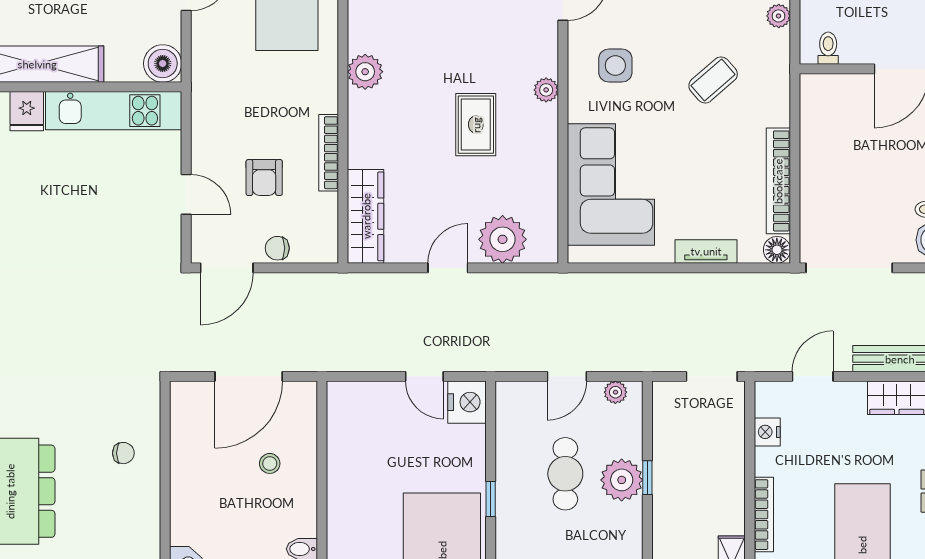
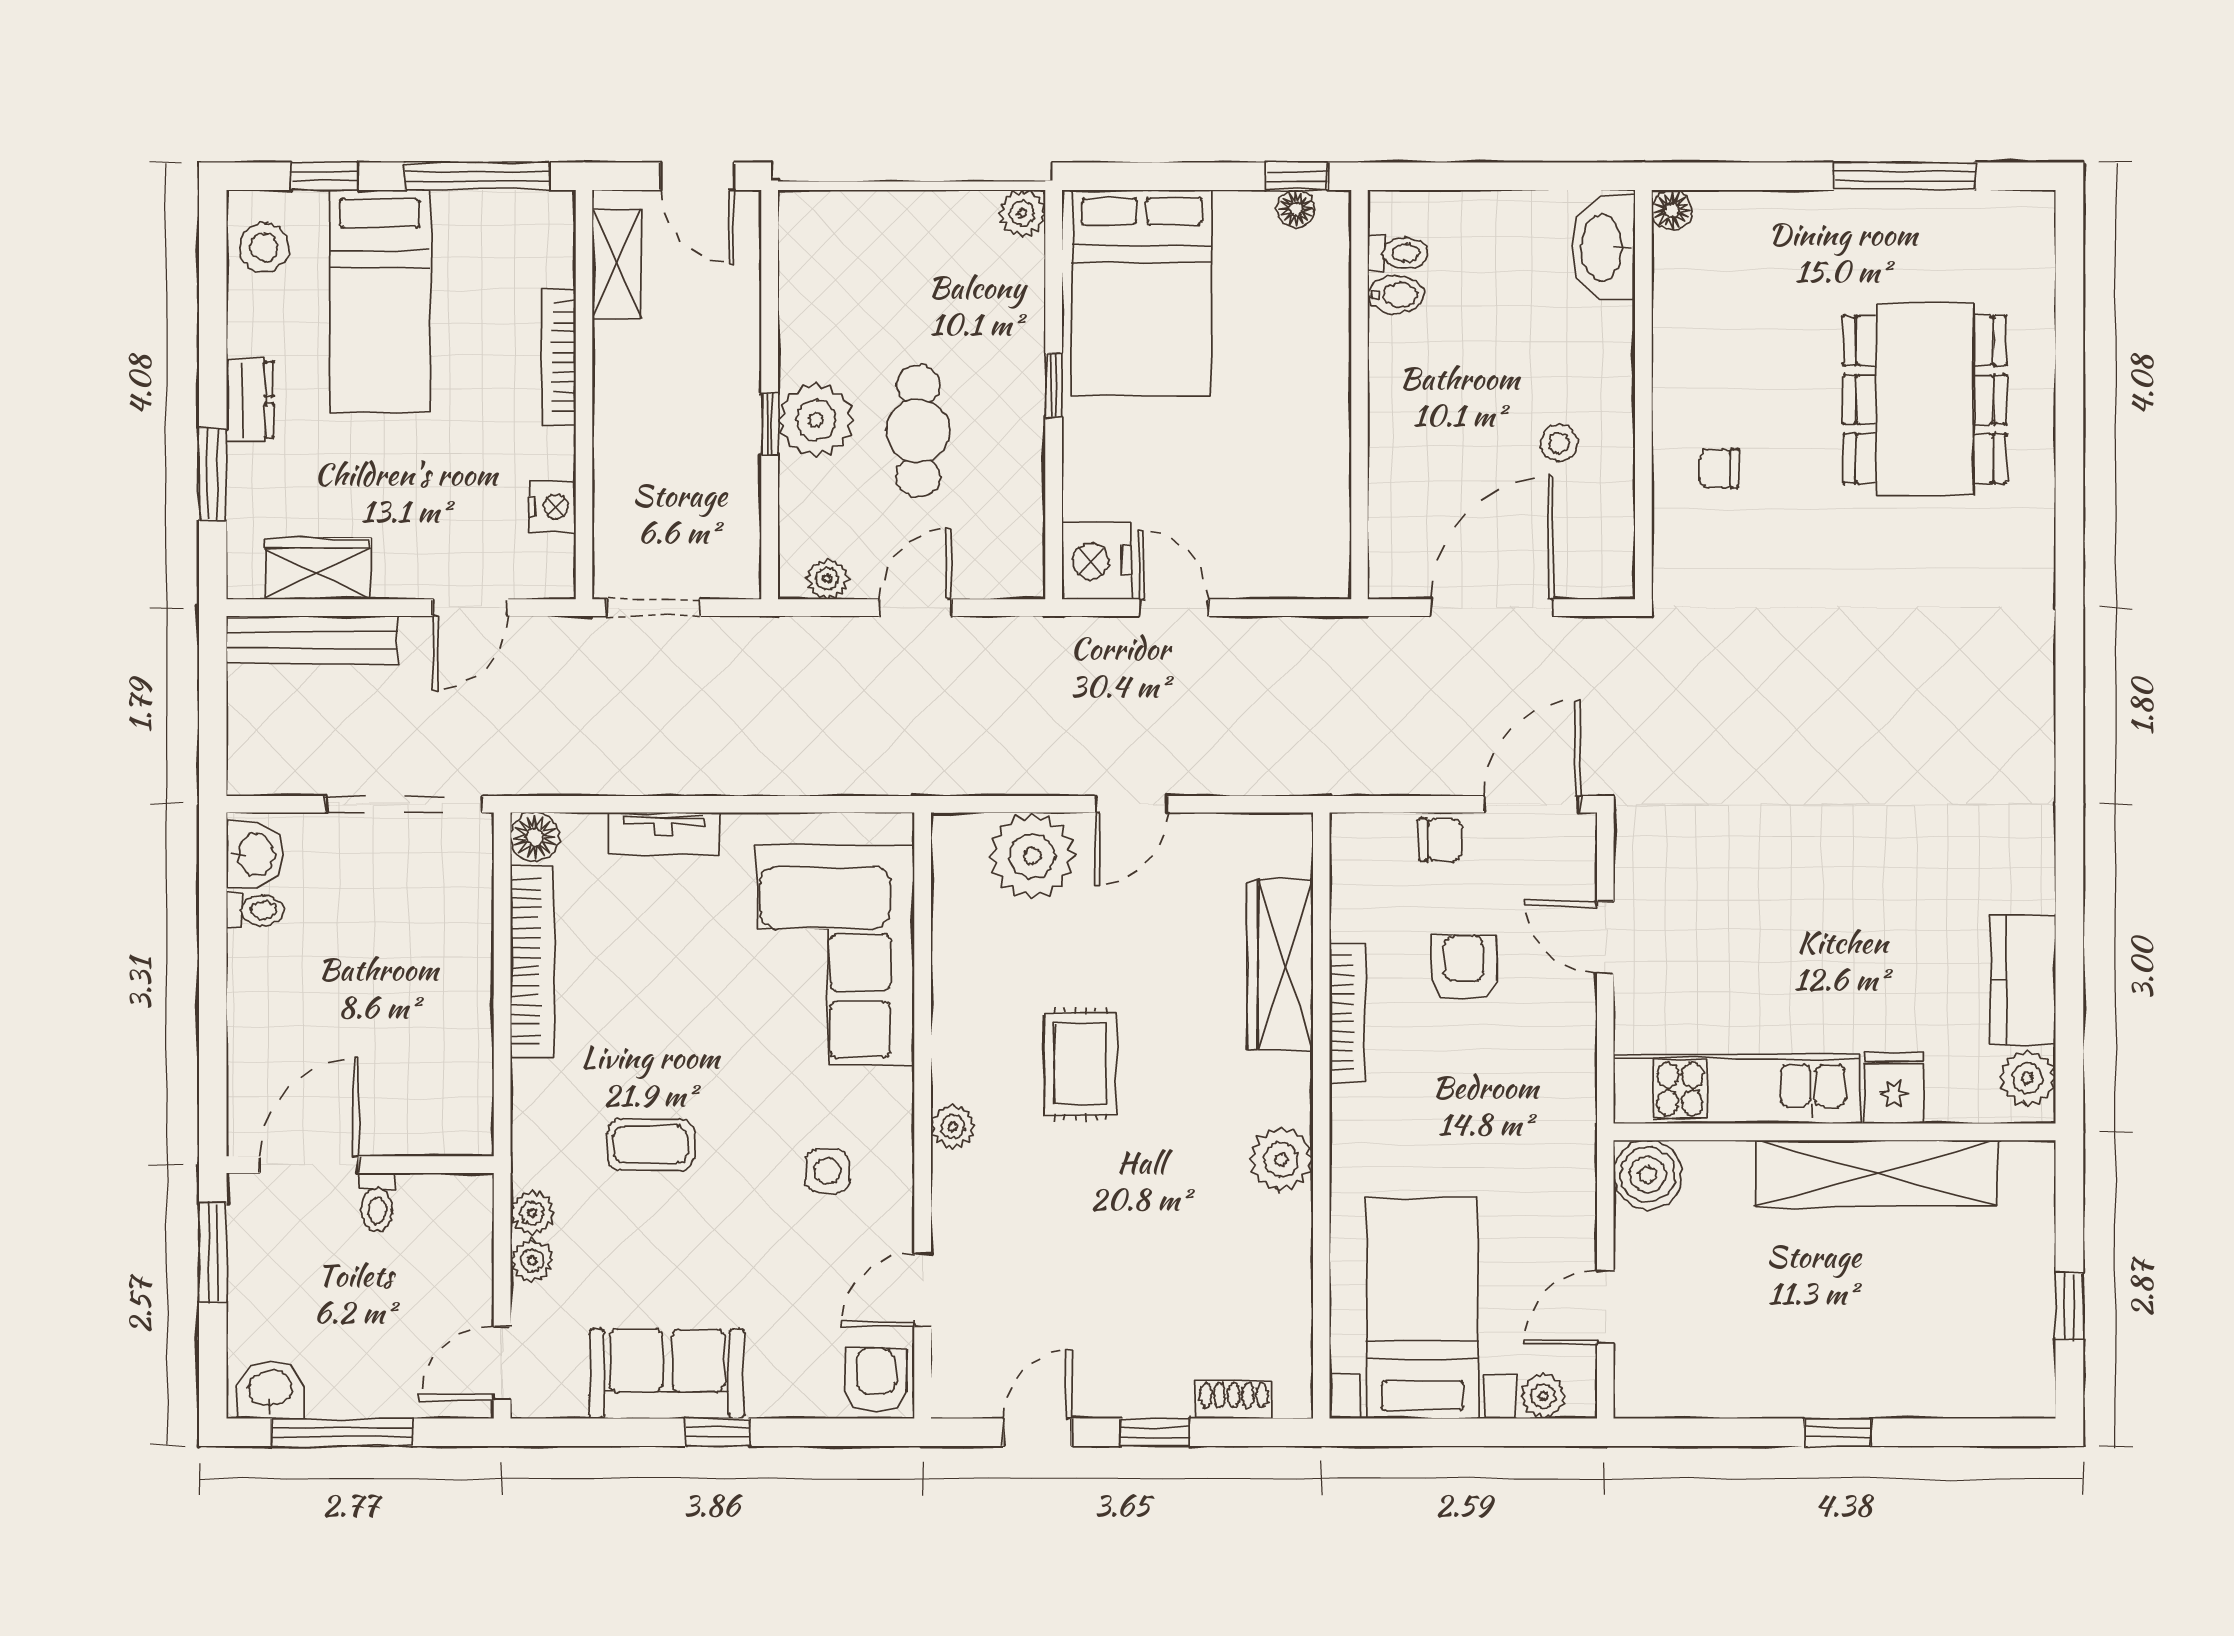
plant: (778, 42) -> (532, 1213), added
toilet: (828, 48) -> (377, 1202), moved
side table: (615, 66) -> (828, 1171), width x0.73, depth x0.73
coffee table: (713, 80) -> (650, 1145), turned 41
wardrobe: (366, 216) -> (1280, 965), moved
stool: (270, 463) -> (1559, 443), moved

